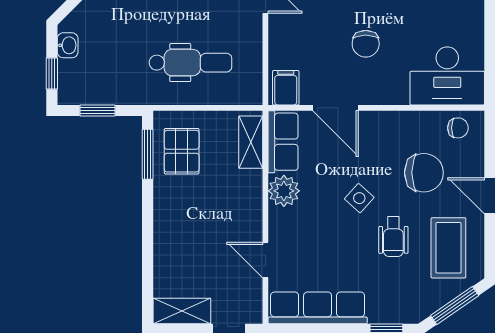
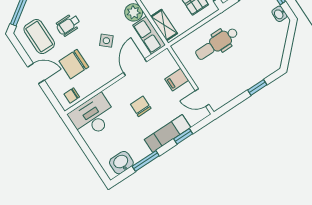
filing cabinet: (286, 88) -> (177, 80), moved, turned 90
door: (336, 108) -> (135, 67), hinge flipped
side table: (359, 198) -> (106, 41), moved
wheelchair: (393, 237) -> (68, 25), turned -90

